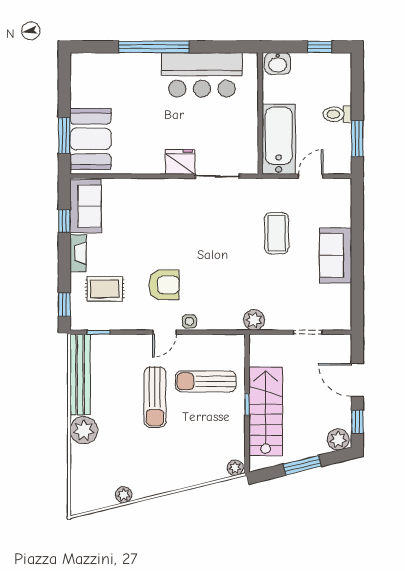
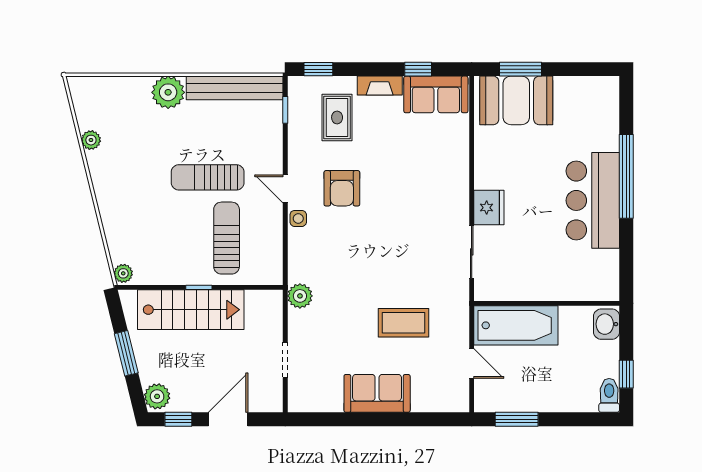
bar counter: (202, 75) -> (593, 200), moved
toilet: (337, 114) -> (609, 395), moved

